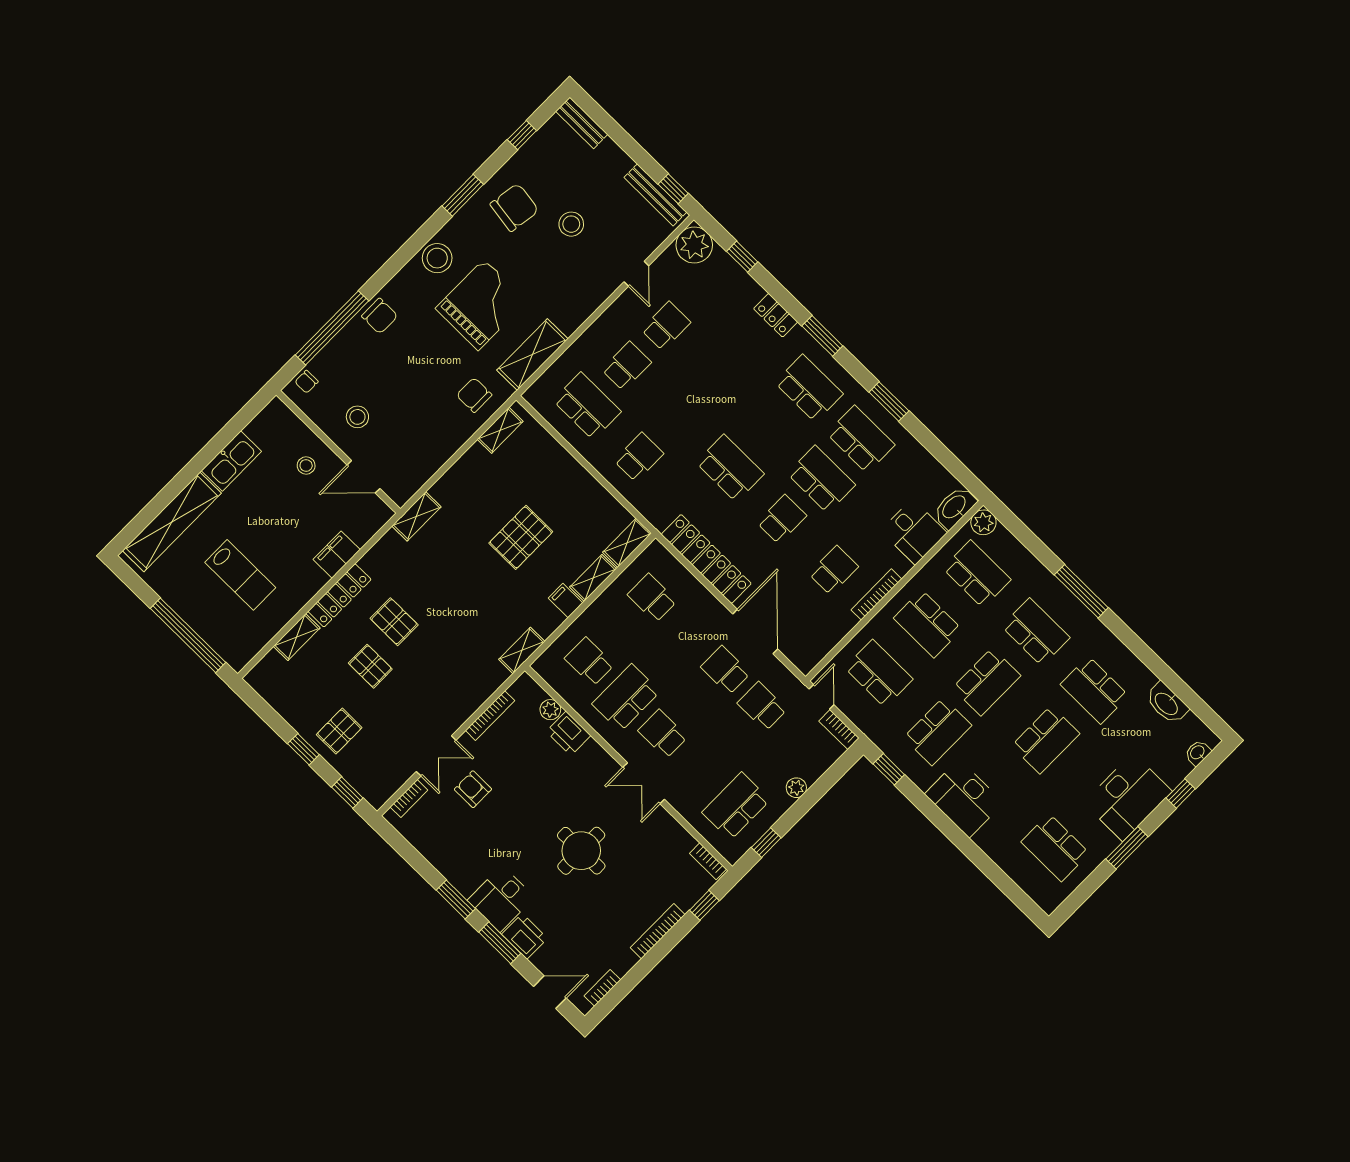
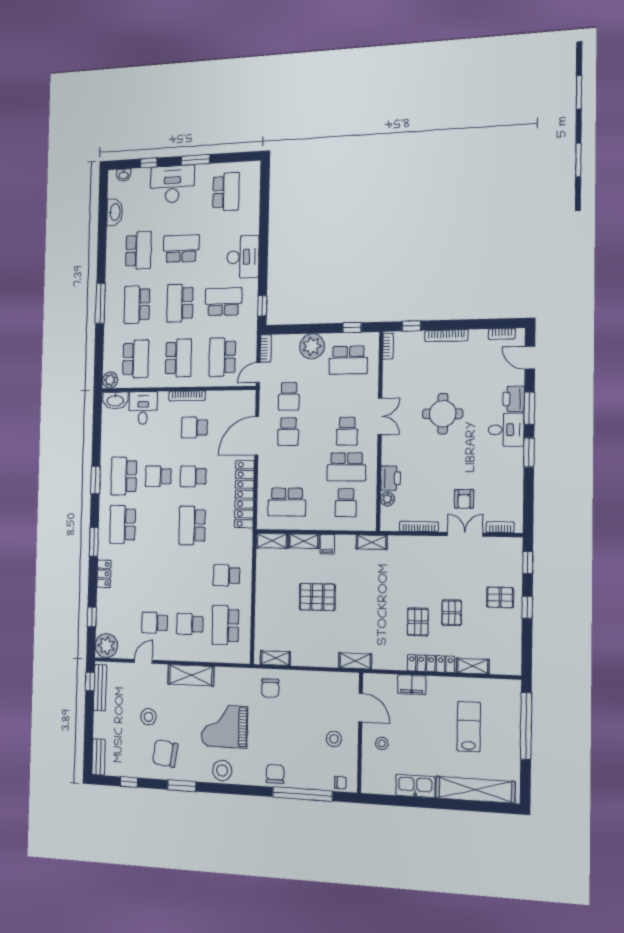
shelving: (532, 355) -> (191, 675), moved
school desk: (821, 479) -> (158, 476), width x0.54
school desk: (977, 574) -> (136, 359), turned 180
school desk: (652, 598) -> (287, 502), width x1.85
school desk: (987, 682) -> (180, 303), turned -90
plant: (796, 788) -> (312, 346), width x1.87, depth x1.87

